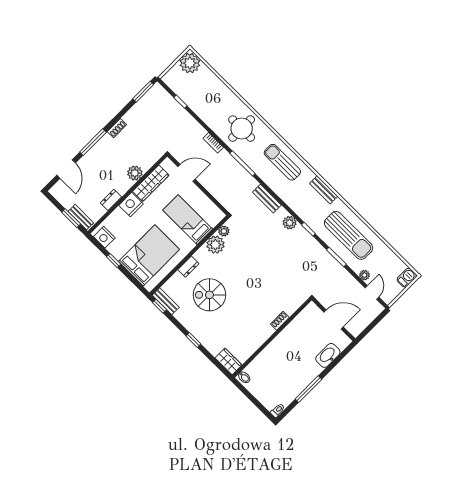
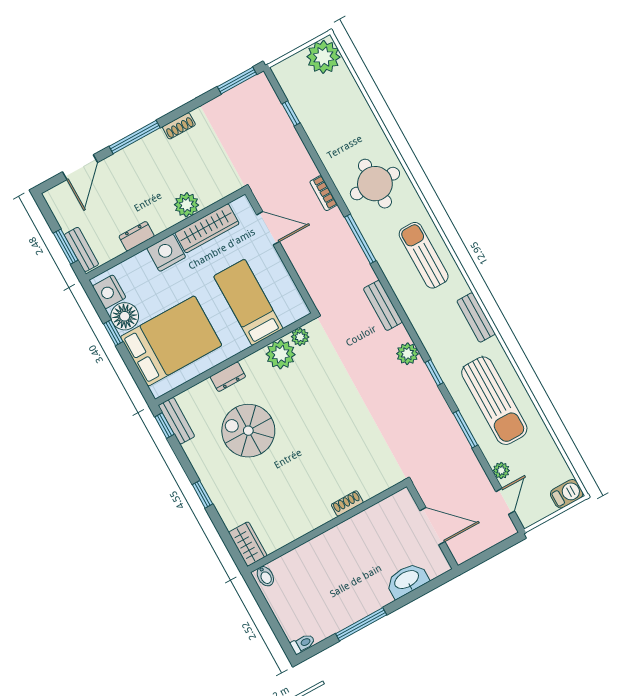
floor lamp: (118, 249) -> (125, 316), added

